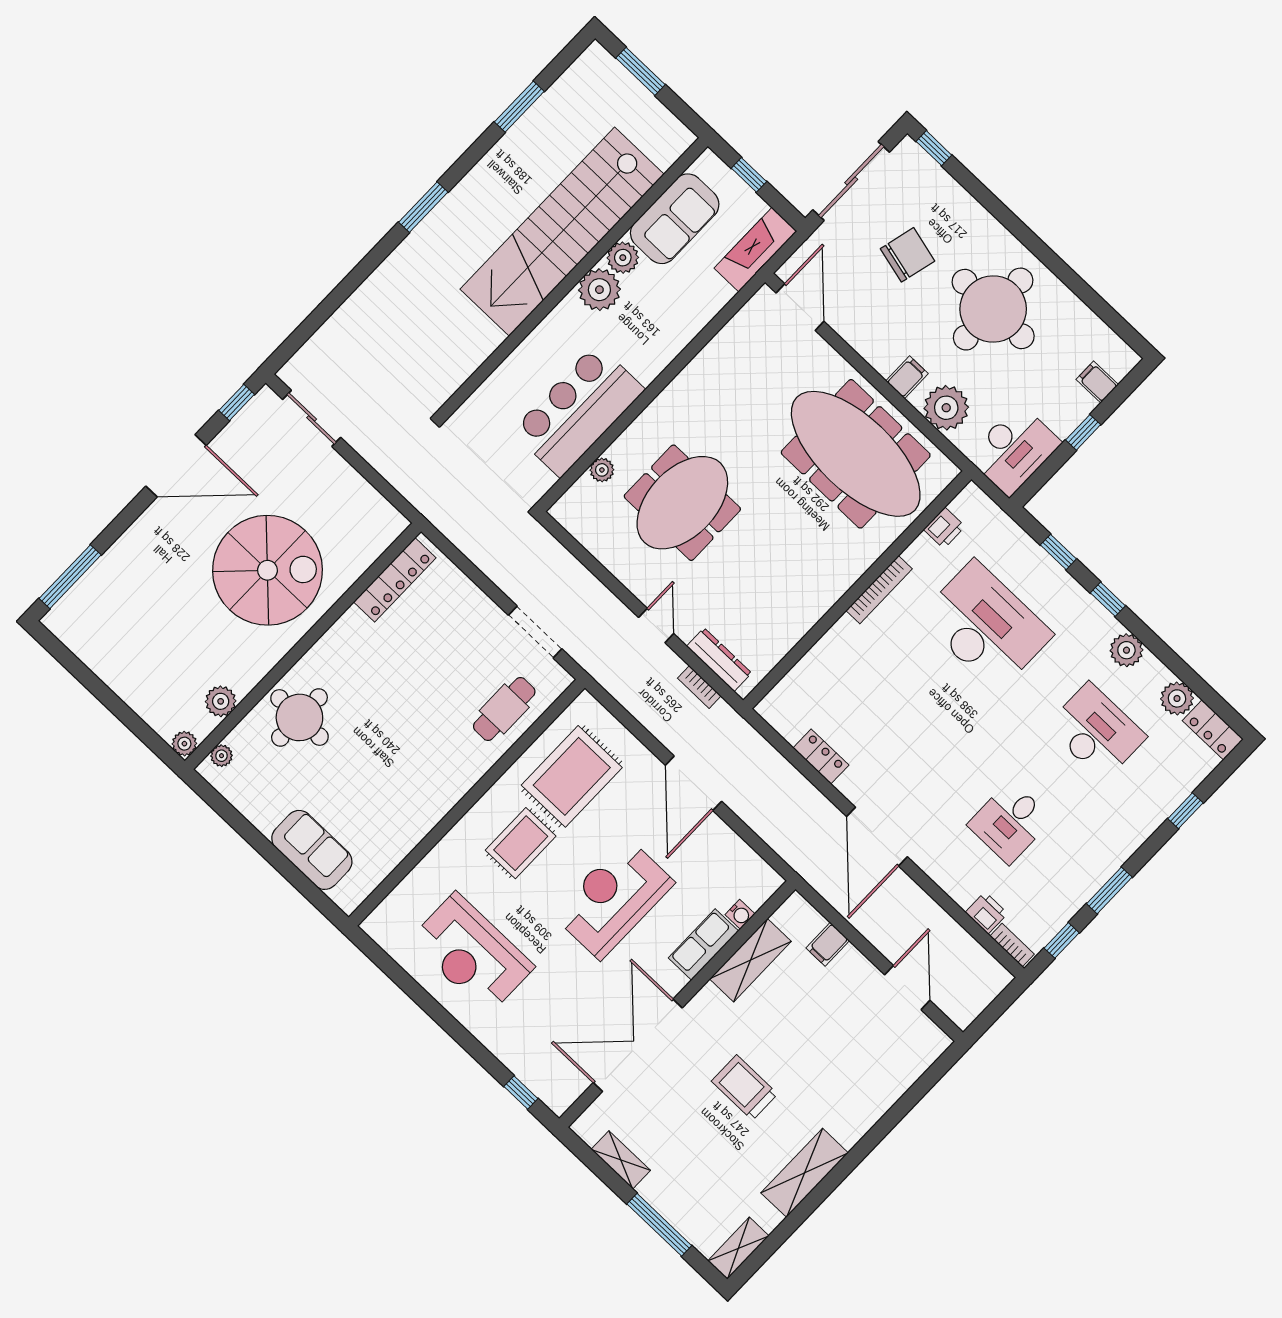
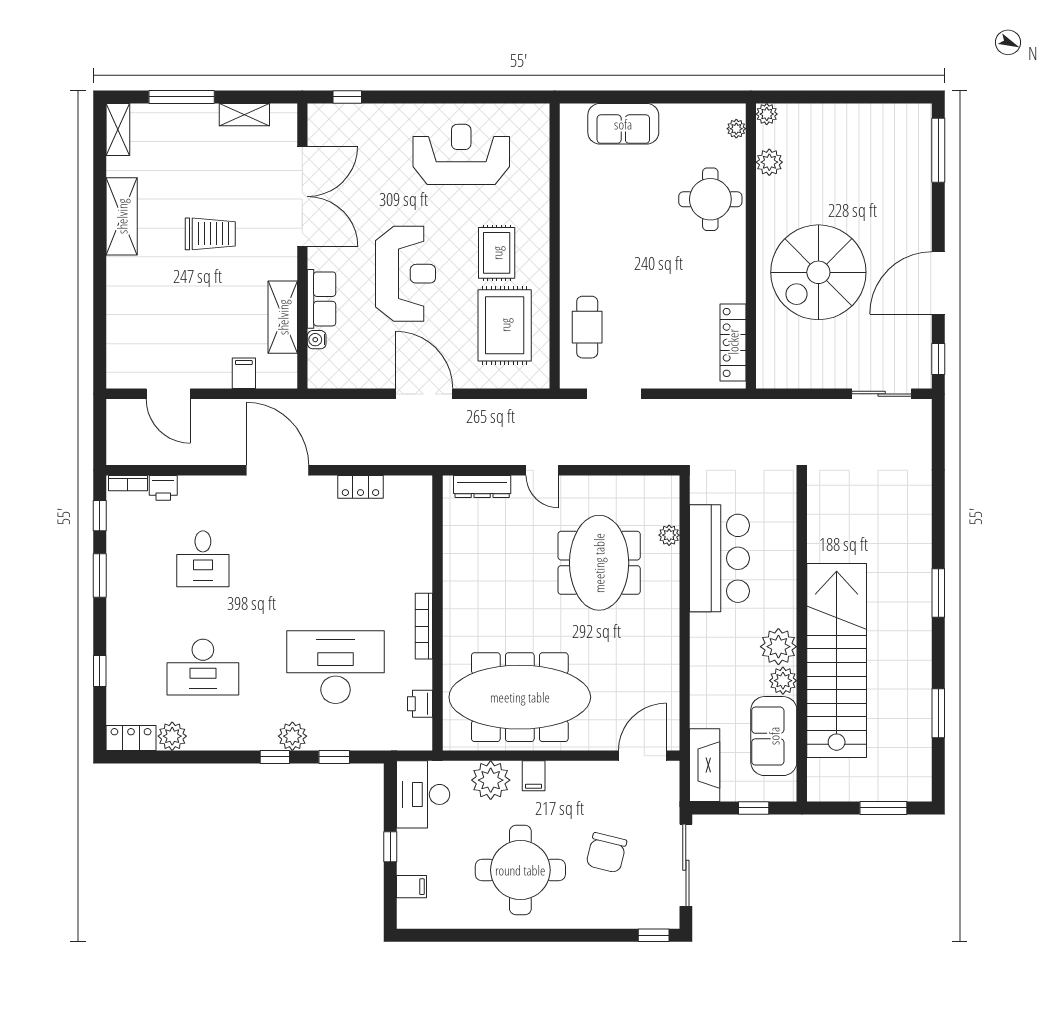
door: (800, 307) -> (642, 756), swing flipped
desk: (986, 626) -> (336, 667), turned 180
plant: (1126, 650) -> (292, 736), moved
bookcase: (699, 687) -> (478, 458), removed
desk: (1010, 822) -> (203, 559), turned 180

